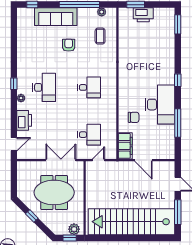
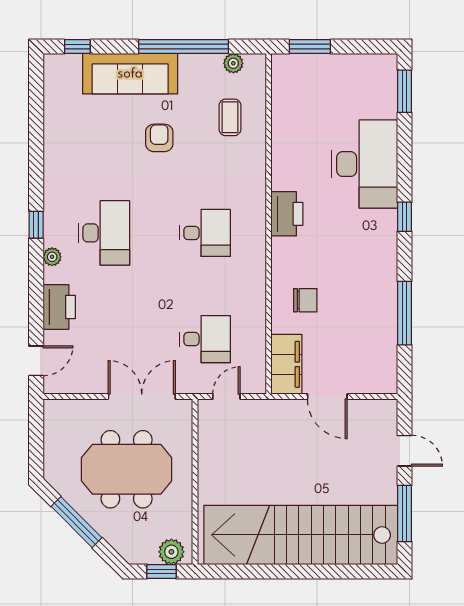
printer: (143, 15) -> (287, 214), moved, turned -90
desk: (160, 105) -> (364, 164), moved
window: (32, 216) -> (76, 522), width x2.17

